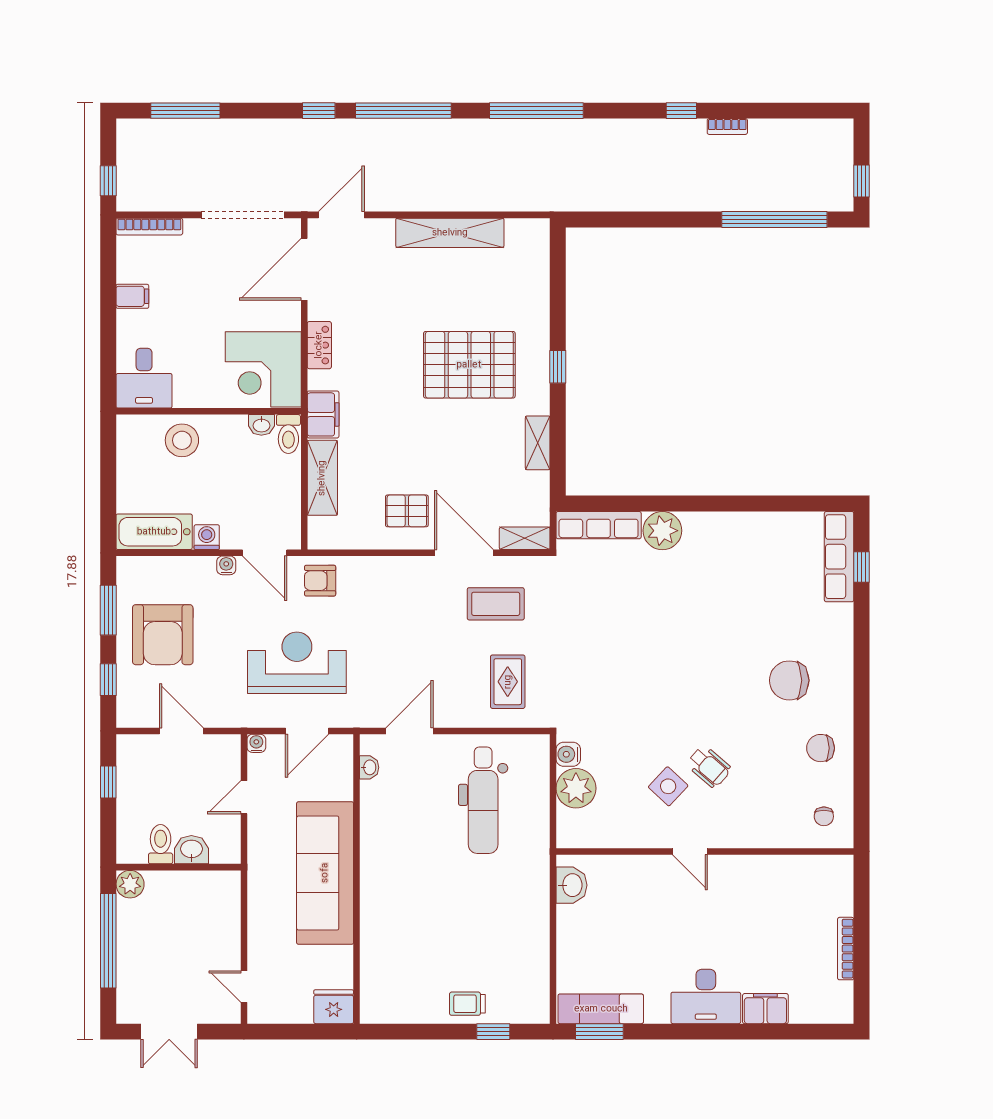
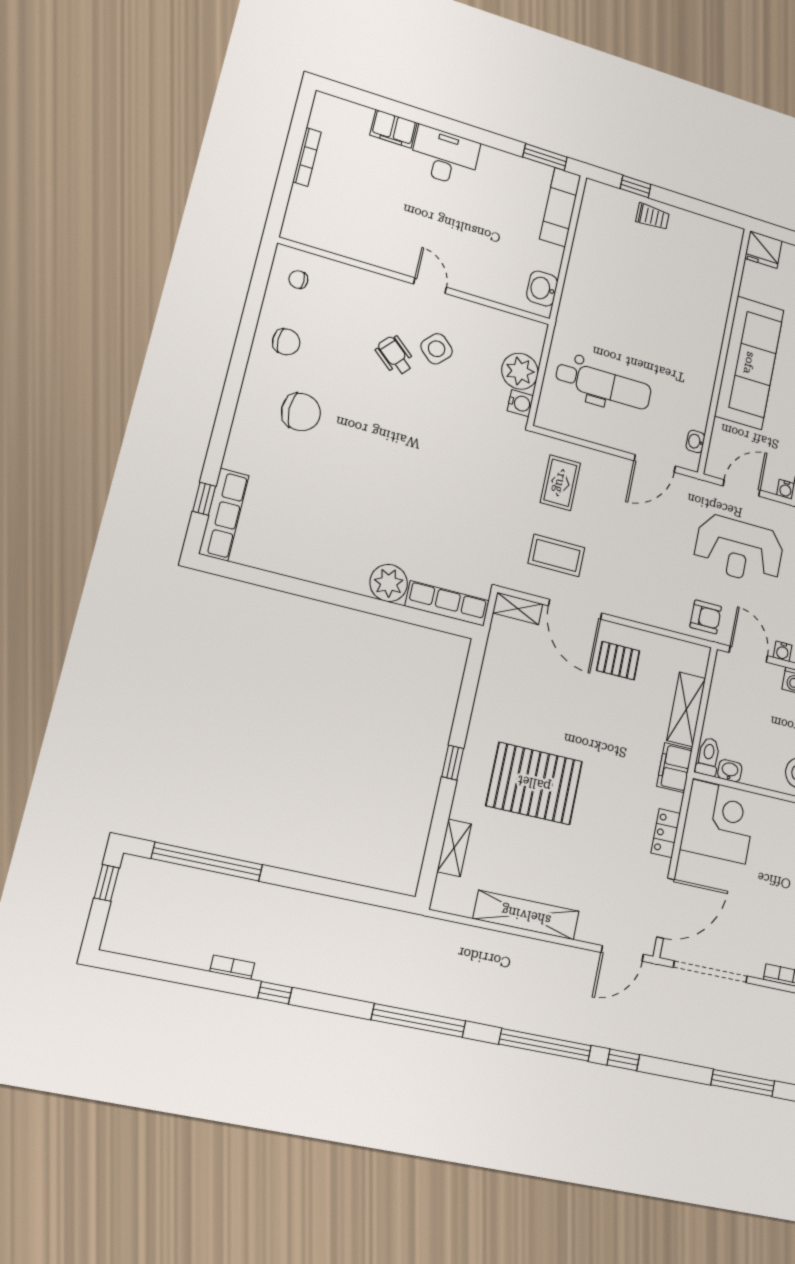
shelving: (538, 443) -> (454, 848), moved
dental chair: (483, 800) -> (604, 385), turned 90
chair: (824, 816) -> (298, 280), turned -90
exam couch: (601, 1009) -> (560, 207), moved, turned 90

